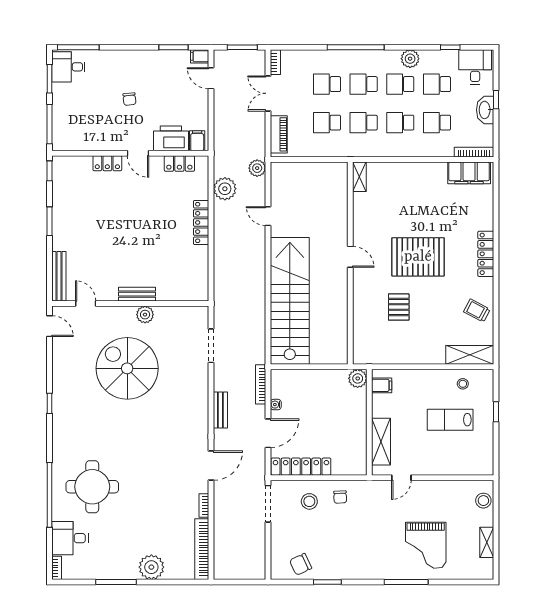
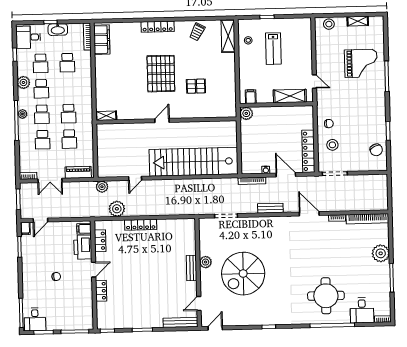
plant: (365, 56) -> (22, 114), added
school desk: (400, 123) -> (68, 88), removed

